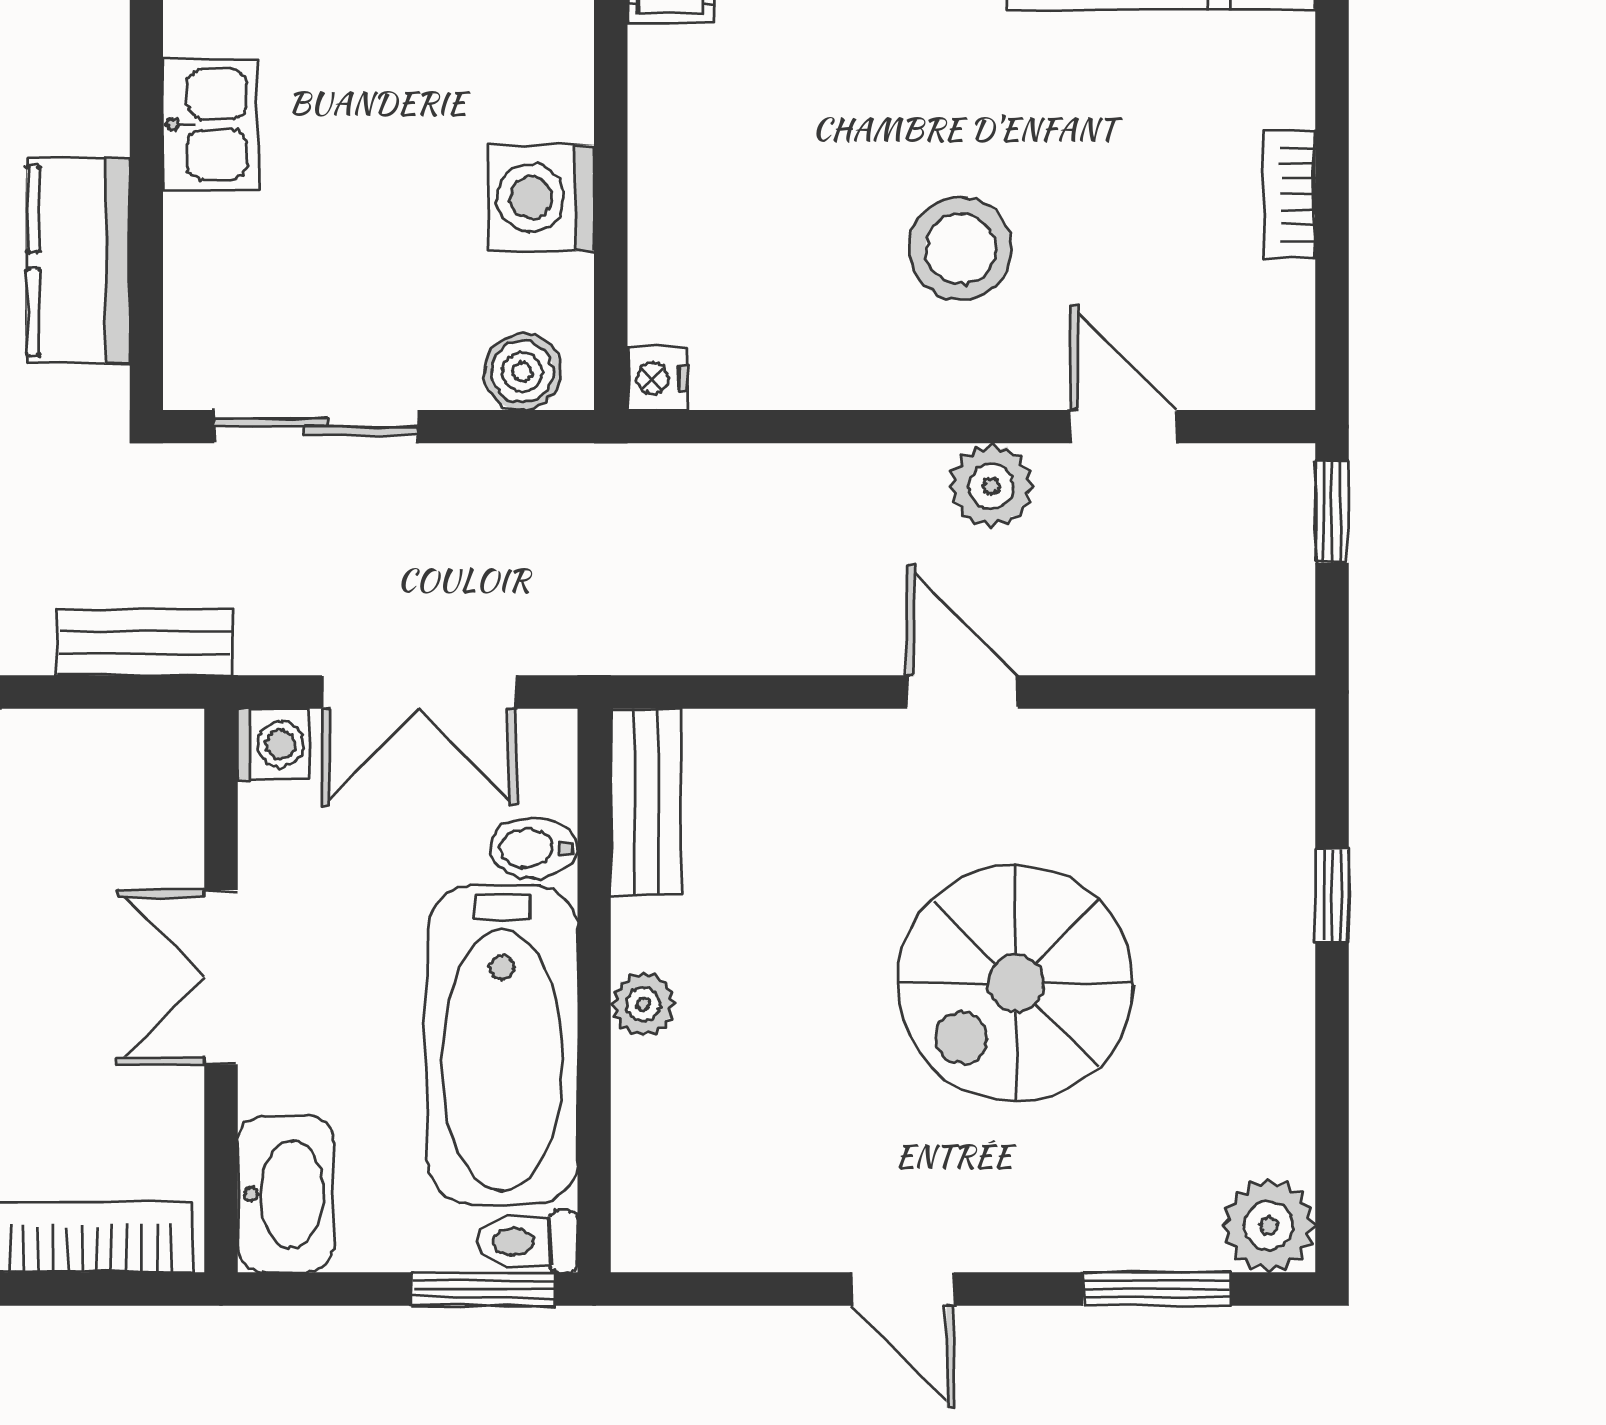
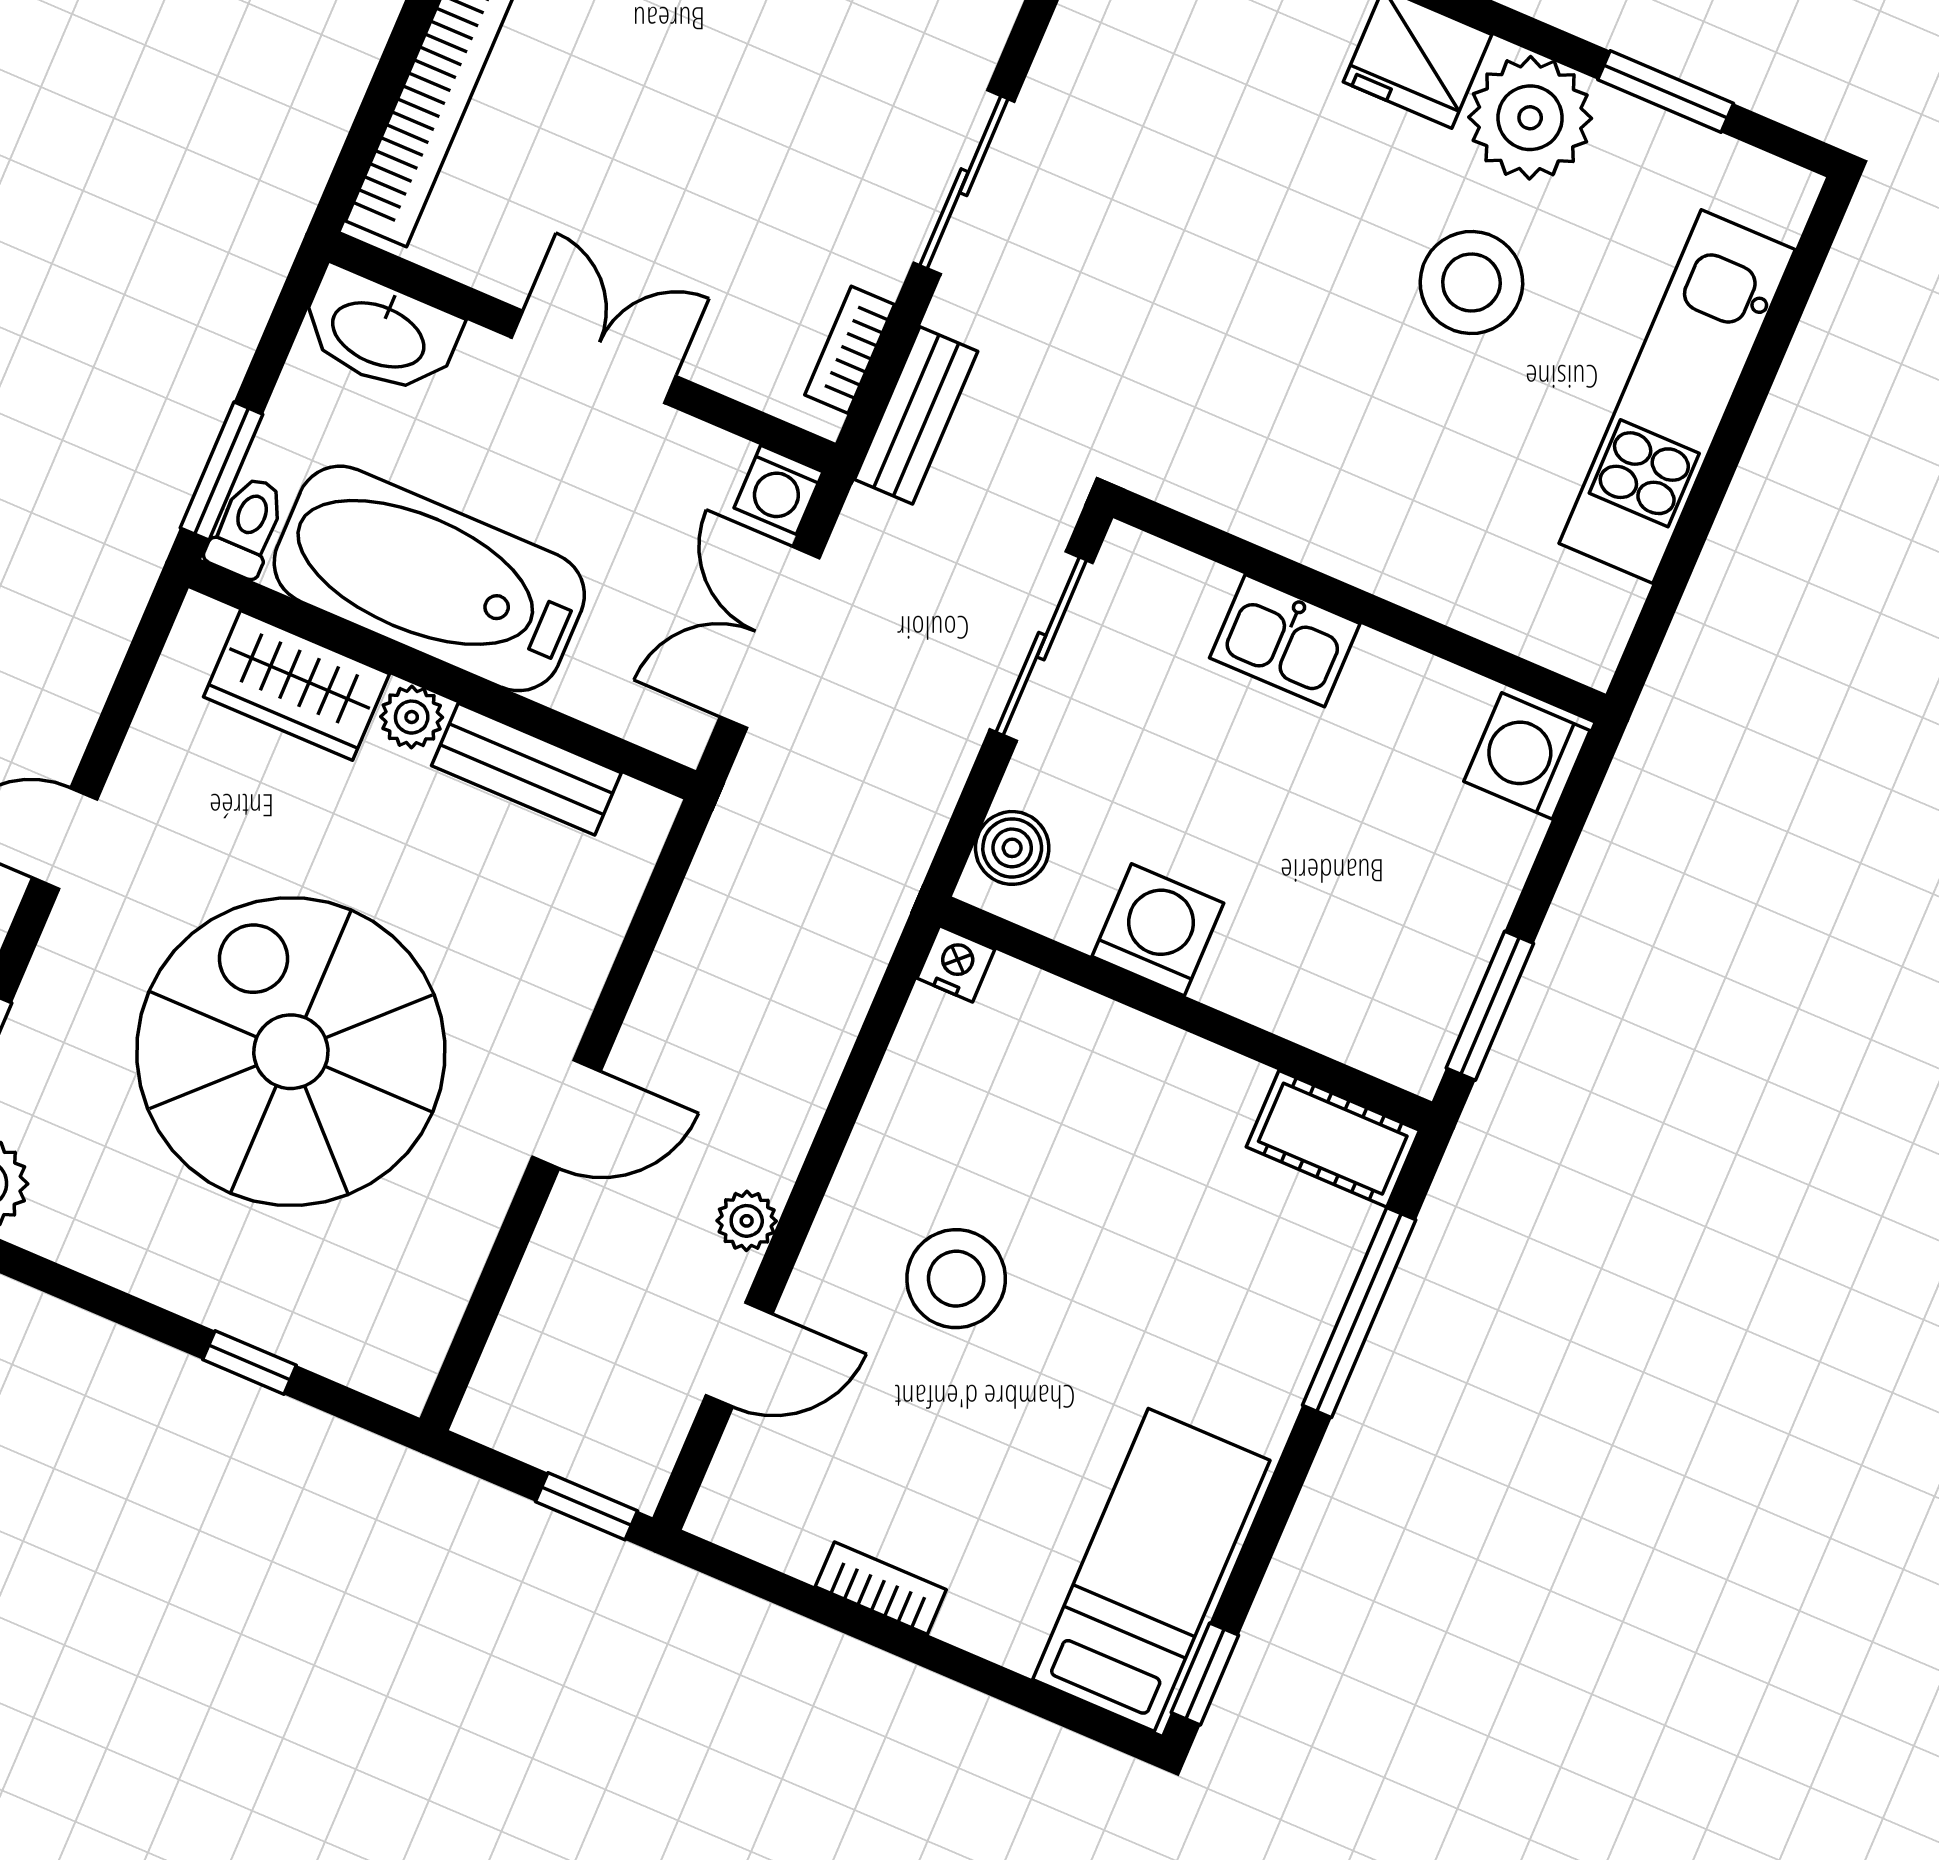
kitchen sink: (211, 124) -> (1285, 641), moved
kitchen counter: (78, 260) -> (1276, 500), removed
plant: (991, 486) -> (747, 1221), width x0.73, depth x0.73
bookcase: (109, 733) -> (850, 350), added
bench: (646, 802) -> (526, 769), moved
bidet: (533, 848) -> (590, 679), removed
spiral stairs: (1015, 983) -> (291, 1052), width x1.37, depth x1.37
wardrobe: (660, 1128) -> (296, 685), added

